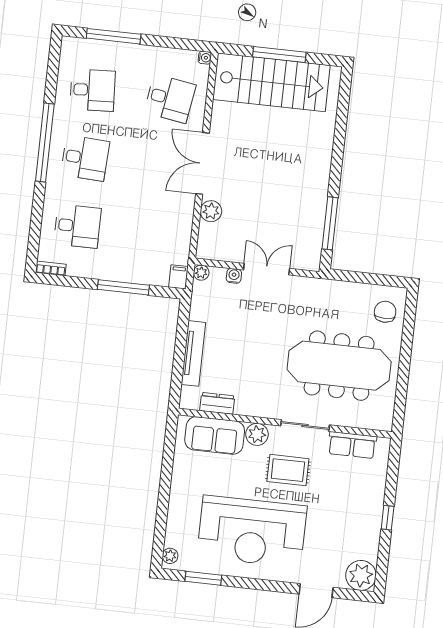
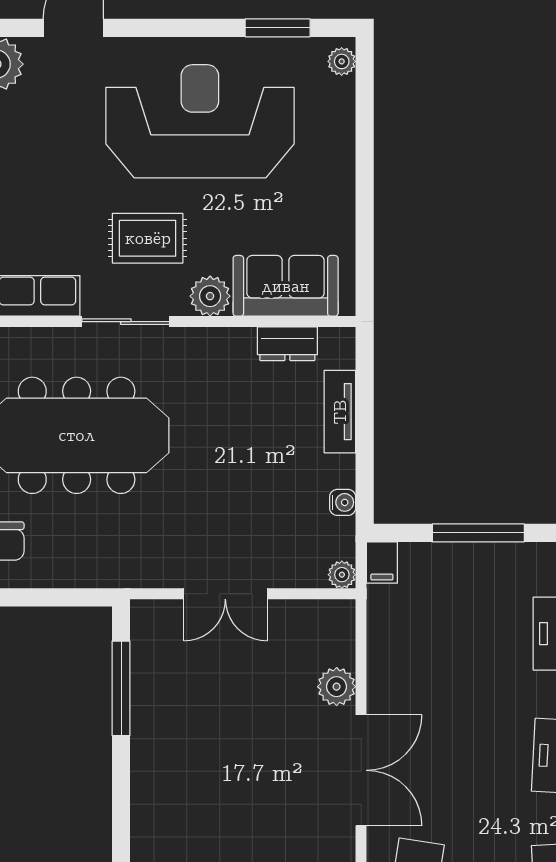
water cooler: (234, 276) -> (343, 502), moved, turned -90
tv unit: (193, 353) -> (340, 412), width x0.71

